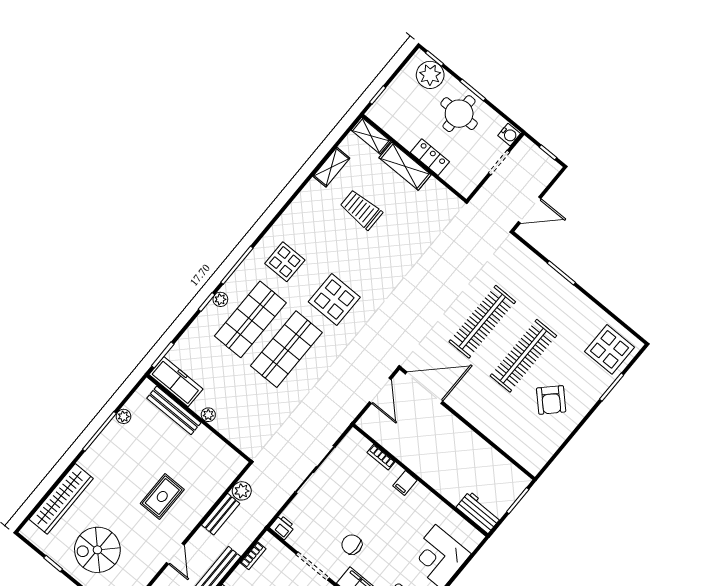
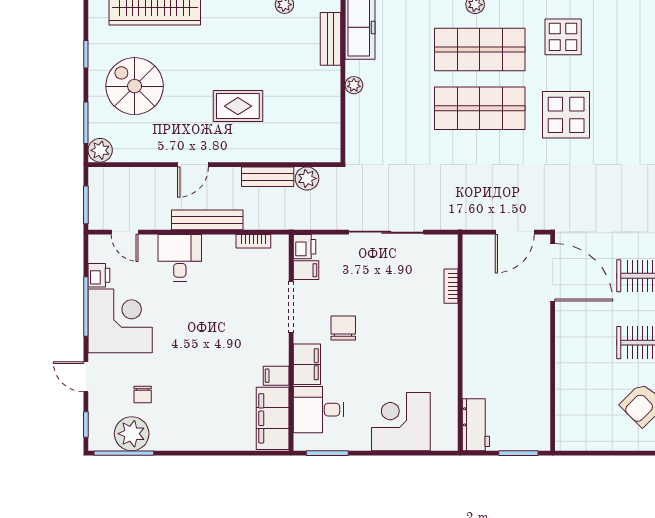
bench: (174, 410) -> (331, 39), width x0.73
filing cabinet: (405, 483) -> (306, 270), moved, turned 180

